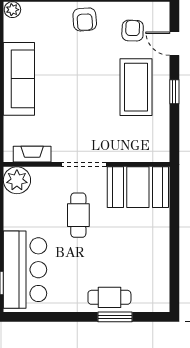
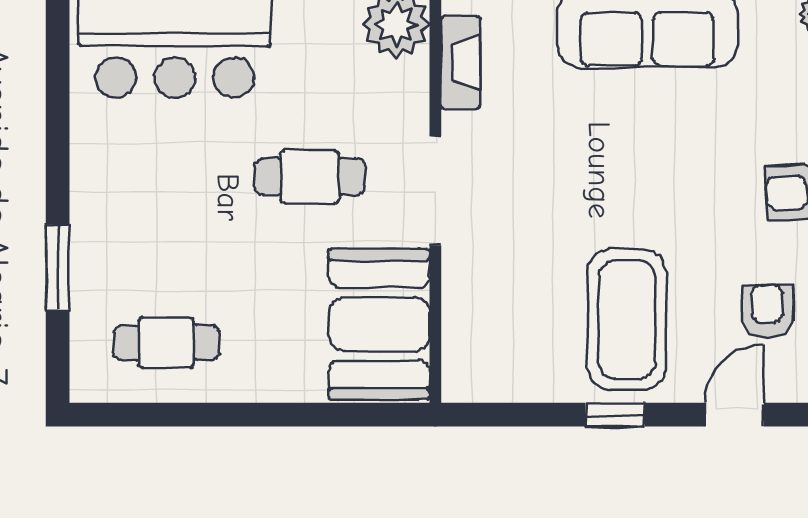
armchair: (133, 31) -> (767, 311), turned -92
coffee table: (136, 87) -> (627, 320), turned 90
cafe table: (109, 297) -> (166, 343), moved, turned 90

